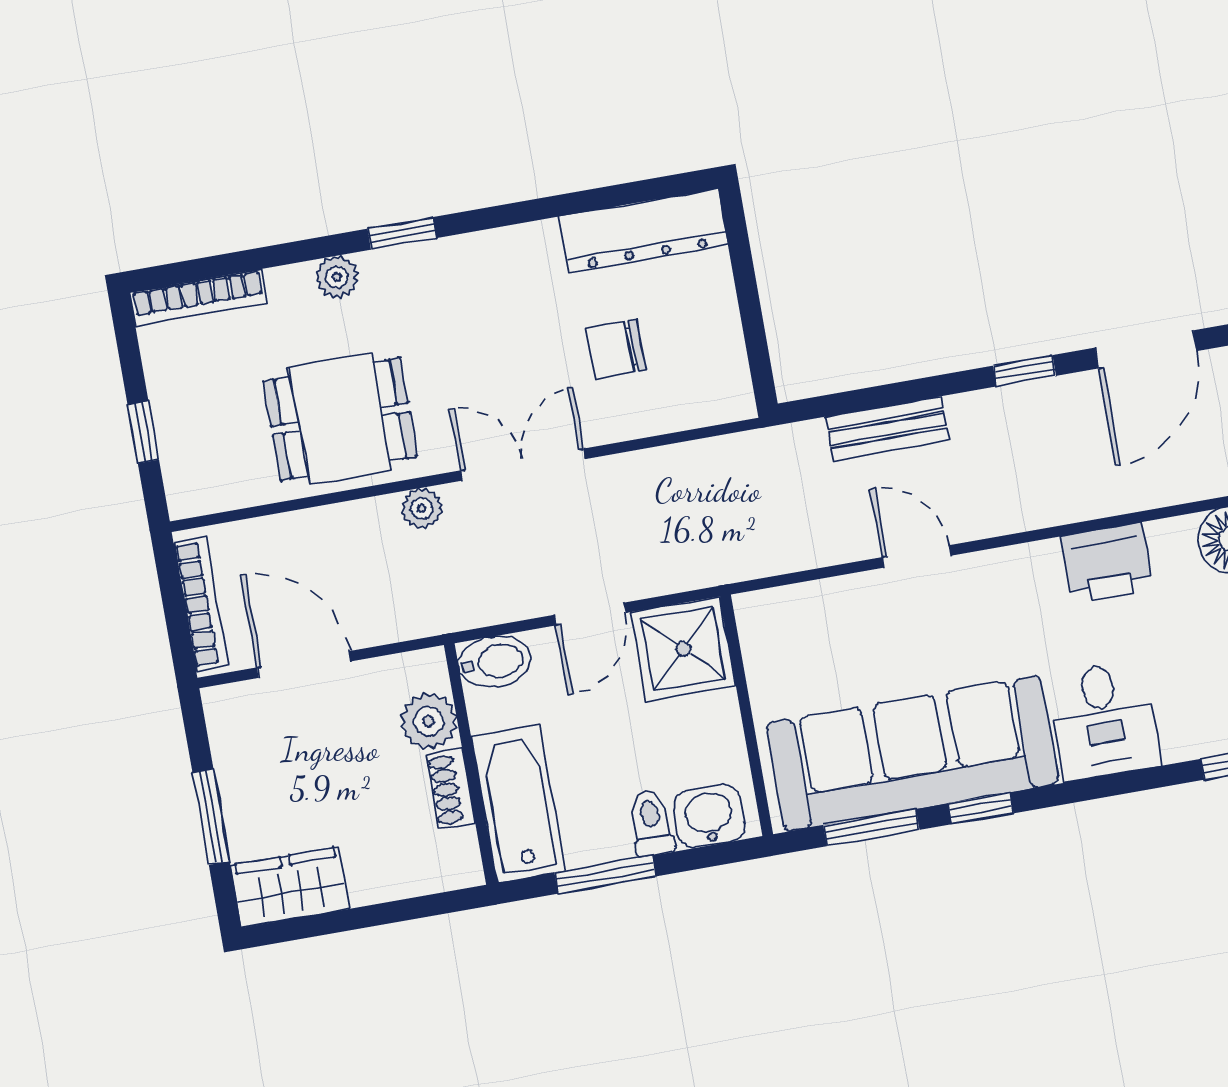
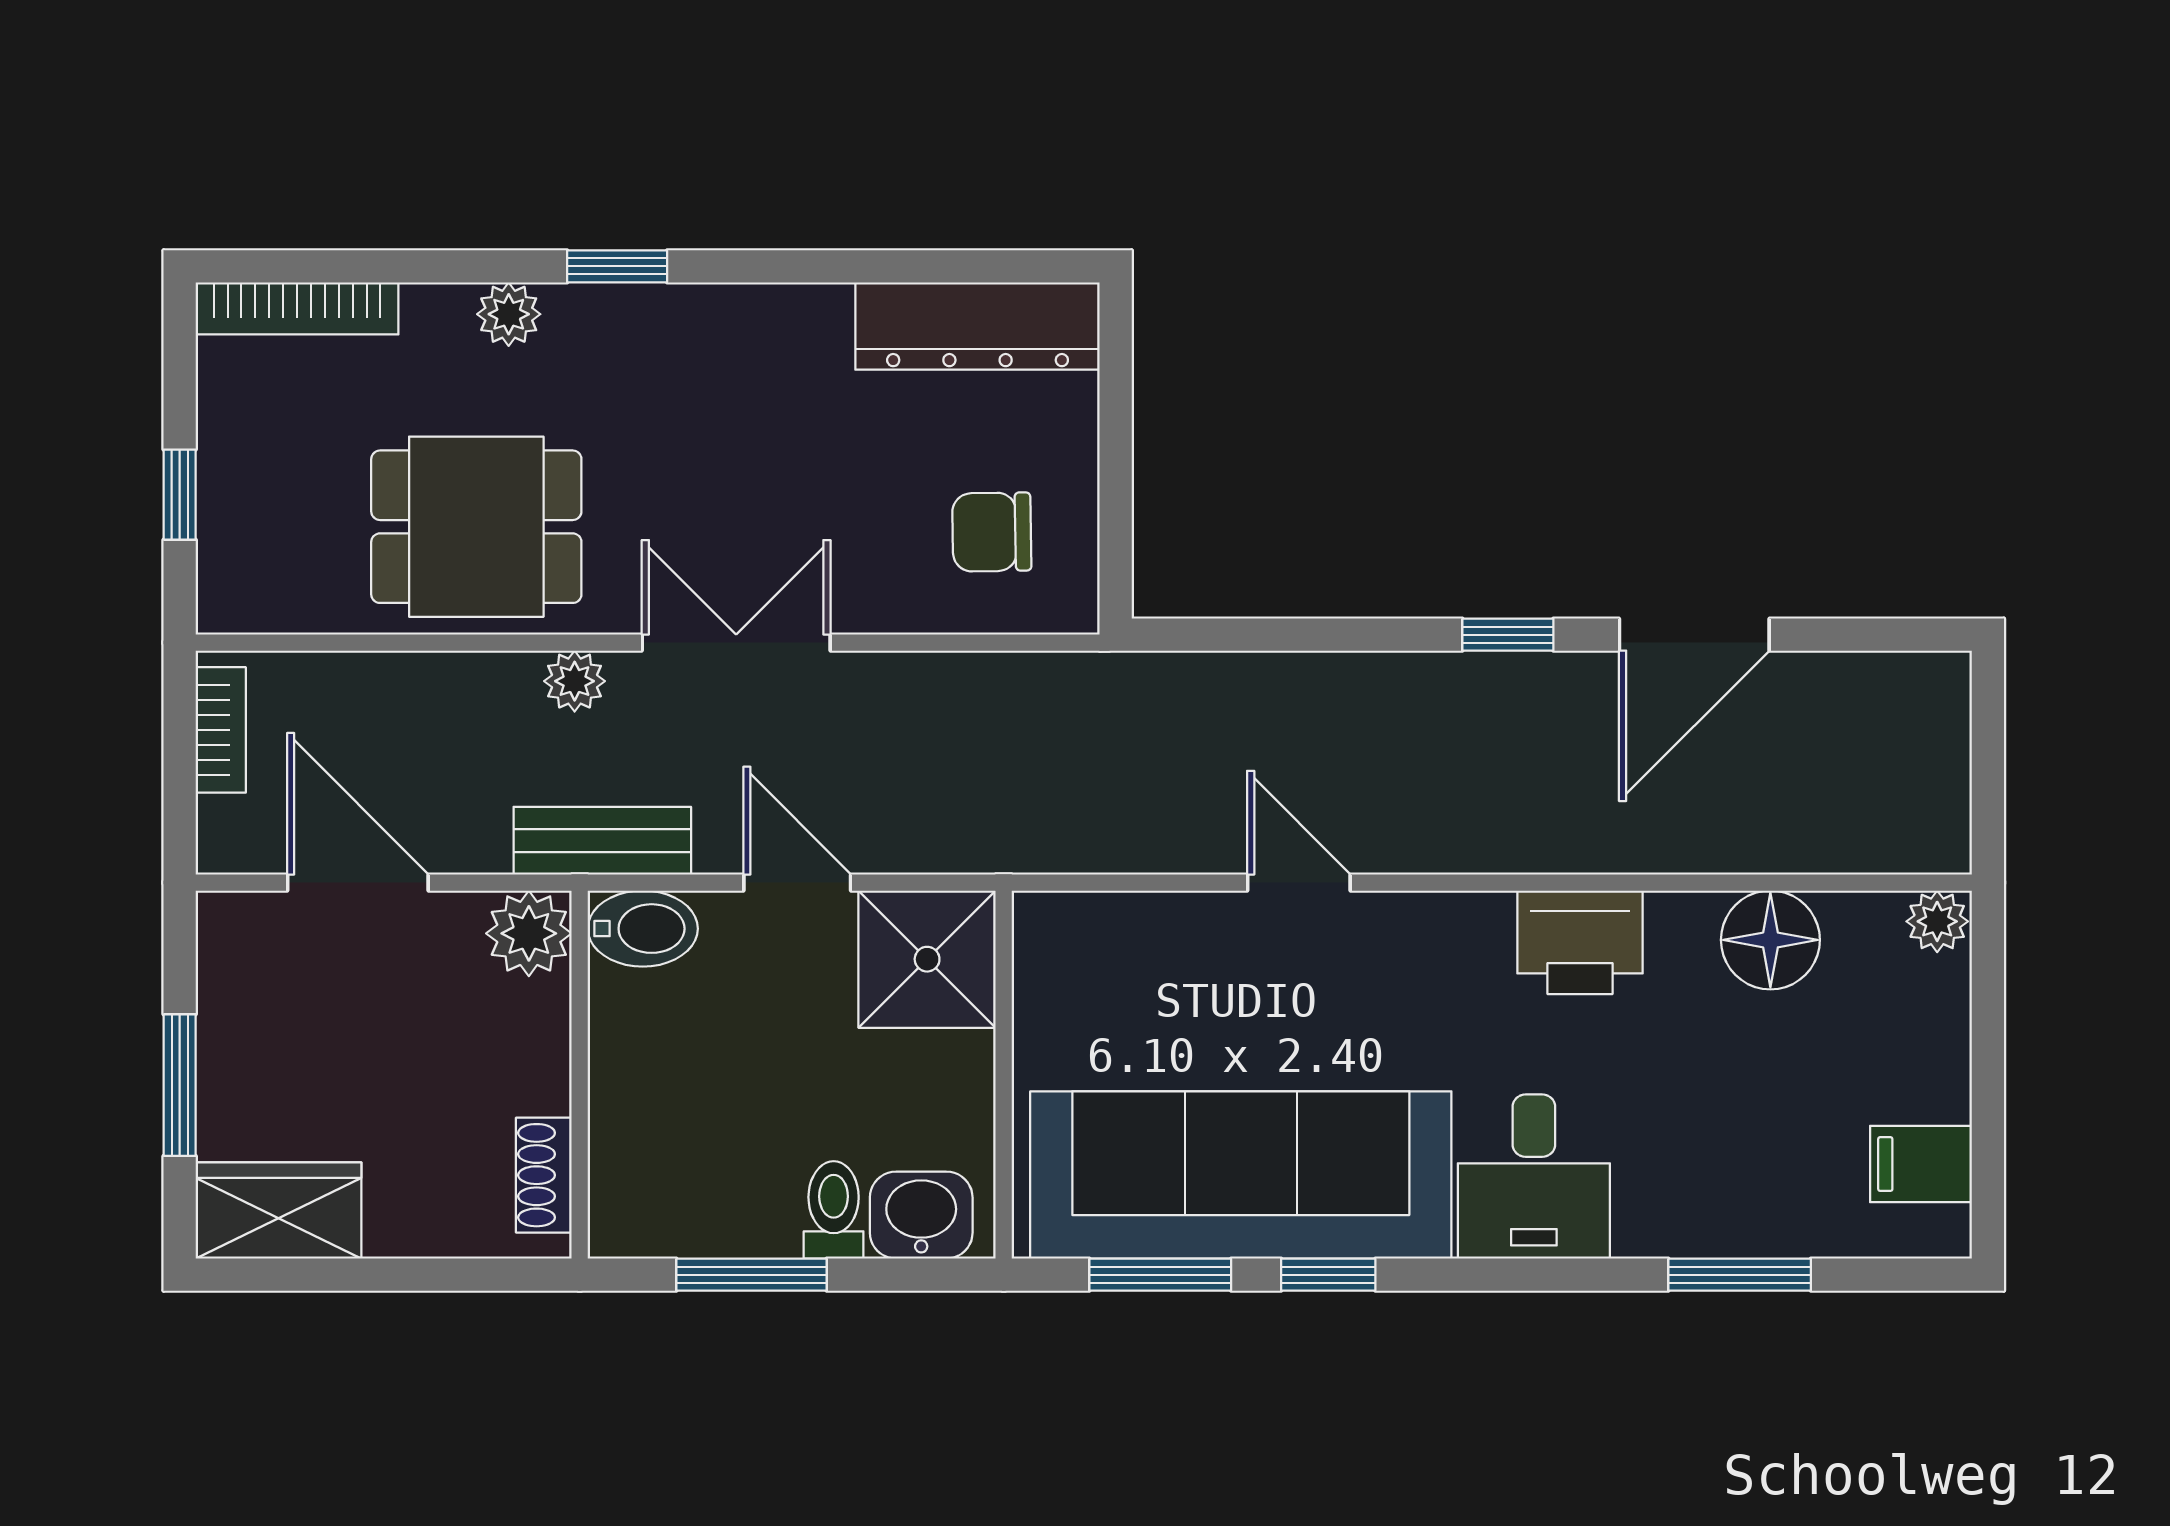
chair: (616, 349) -> (992, 532), moved
bench: (887, 429) -> (602, 841), moved
bookcase: (201, 604) -> (221, 730), width x0.64
door: (590, 614) -> (797, 883), swing flipped
plant: (429, 721) -> (529, 933), moved
shoe rack: (451, 789) -> (544, 1175), moved
bathtub: (518, 804) -> (641, 1146), removed

